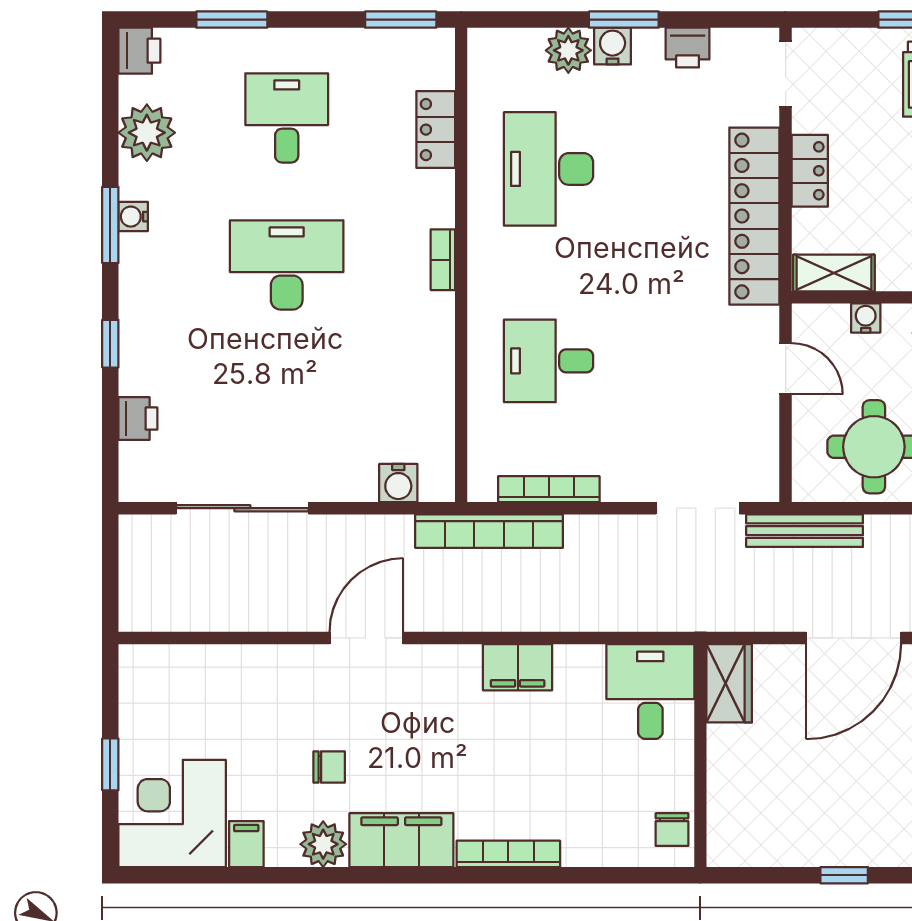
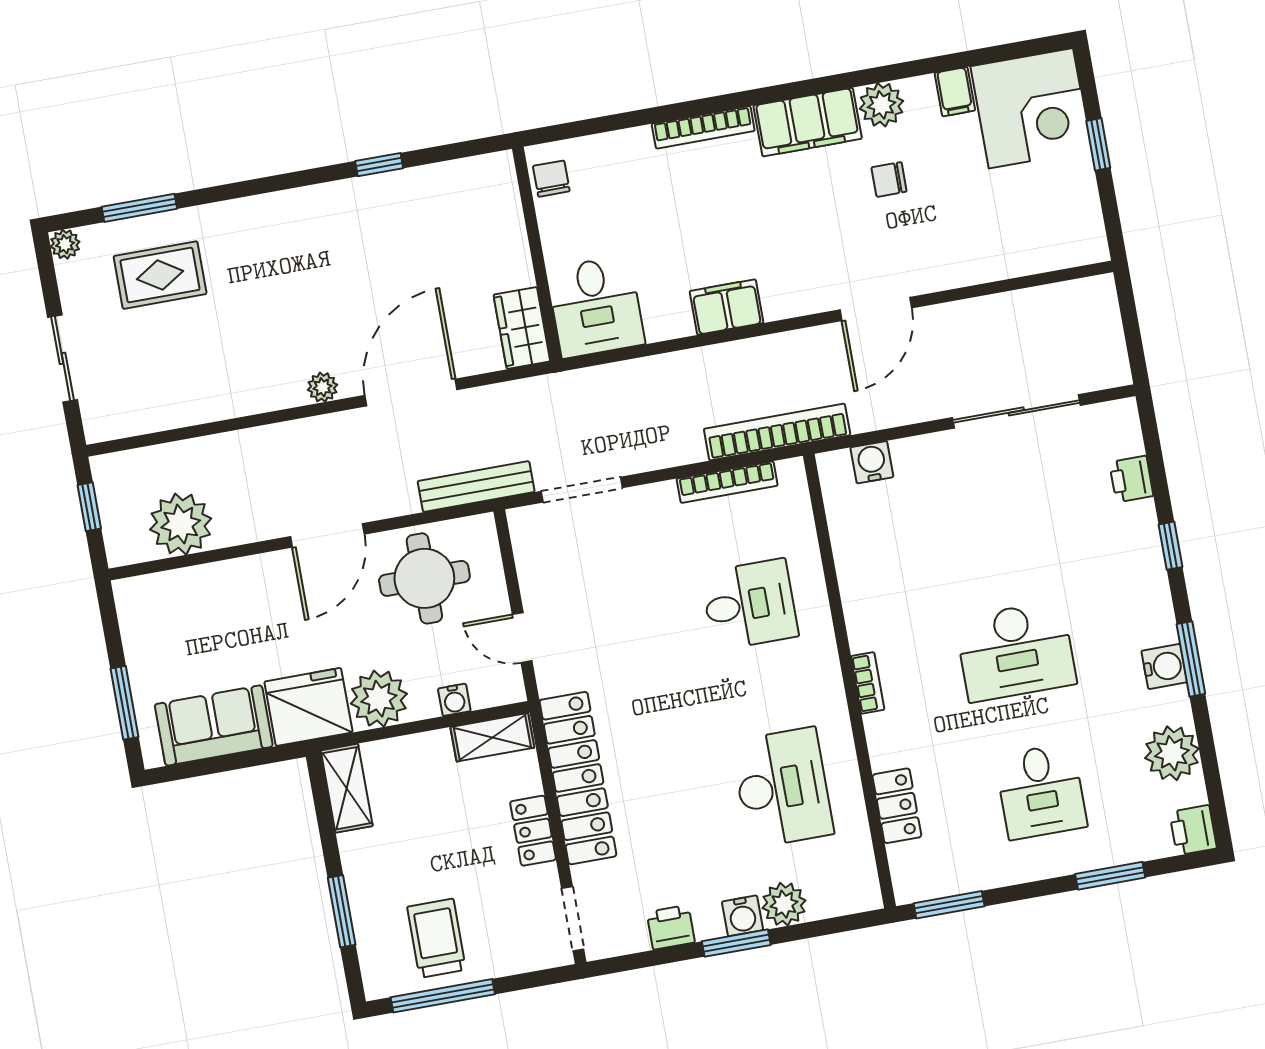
water cooler: (133, 217) -> (1164, 666), width x1.38, depth x1.38

